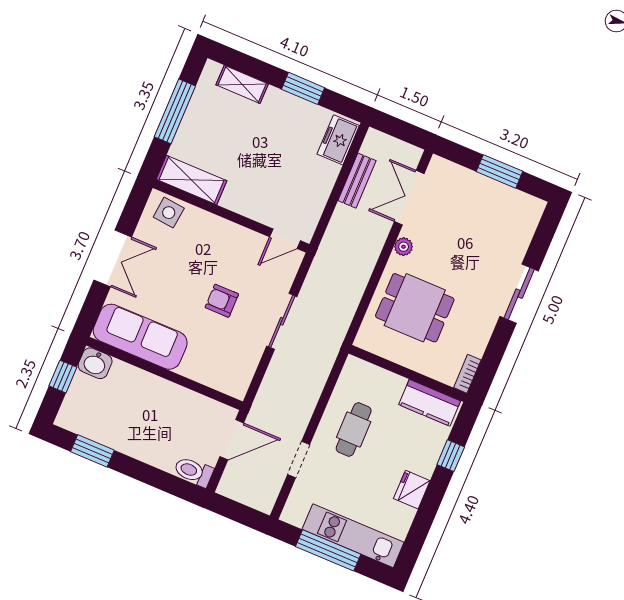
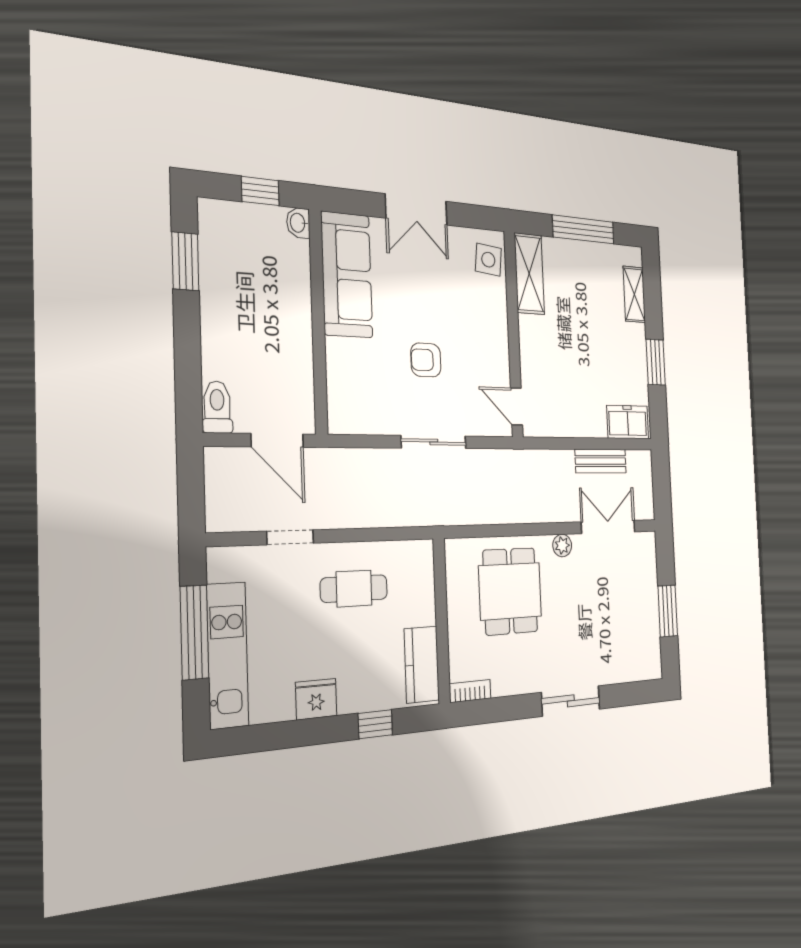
armchair: (222, 301) -> (426, 360), turned -90
washbasin: (95, 363) -> (298, 223), width x0.72, depth x0.69

